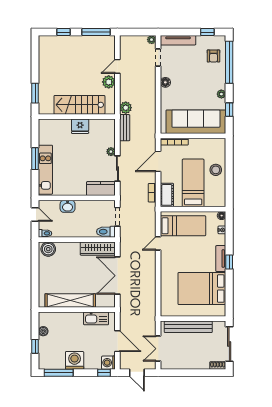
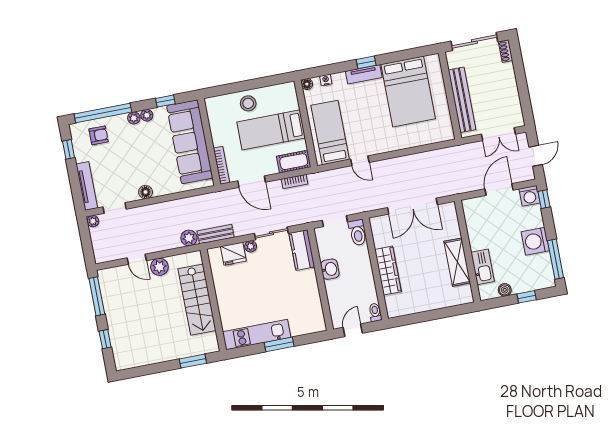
plant: (221, 84) -> (134, 118), added
fridge: (80, 126) -> (233, 254), moved, turned 90
kitchen unit: (45, 170) -> (257, 335), moved
washbasin: (68, 206) -> (330, 269), moved
boiler: (48, 249) -> (395, 304), removed
wardrobe: (98, 249) -> (388, 271), moved
shelving: (70, 300) -> (457, 262), width x0.68
kitchen sink: (96, 318) -> (483, 267), moved

